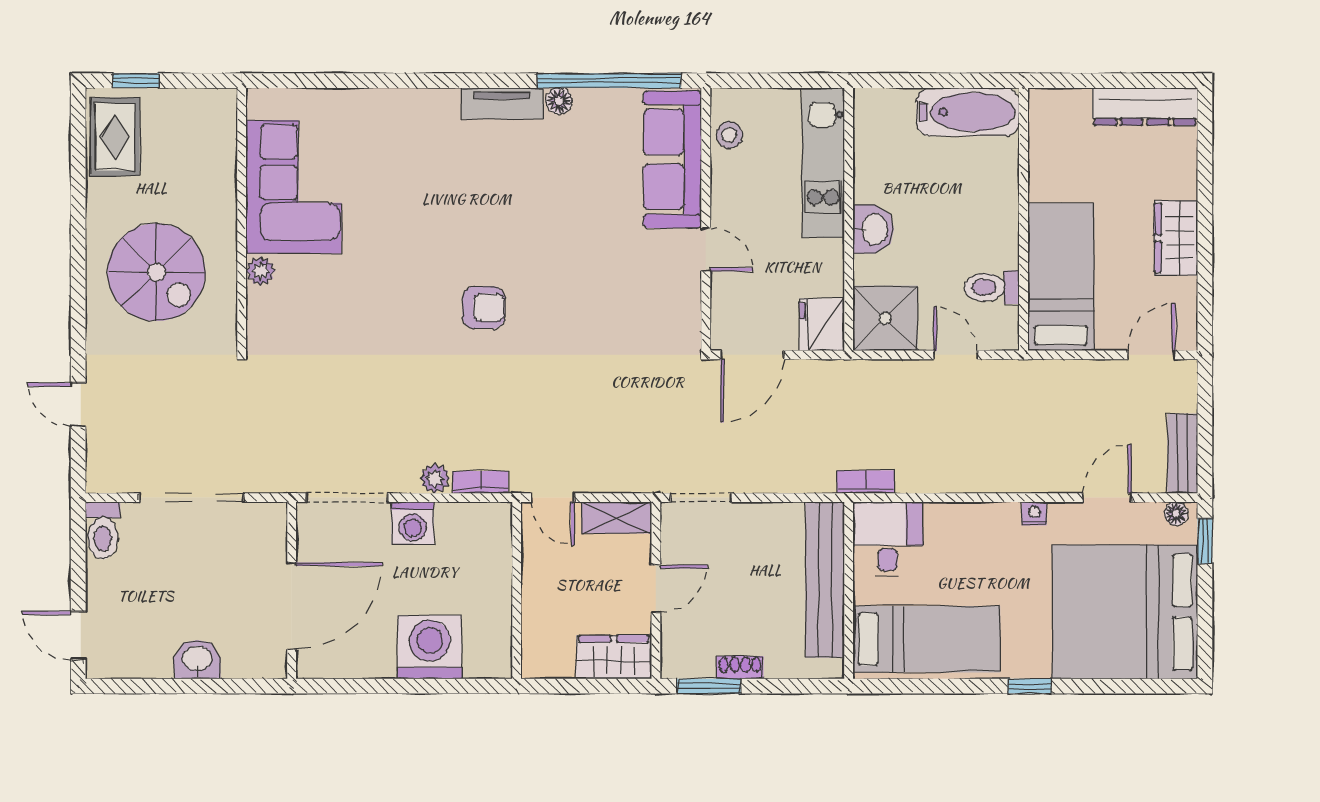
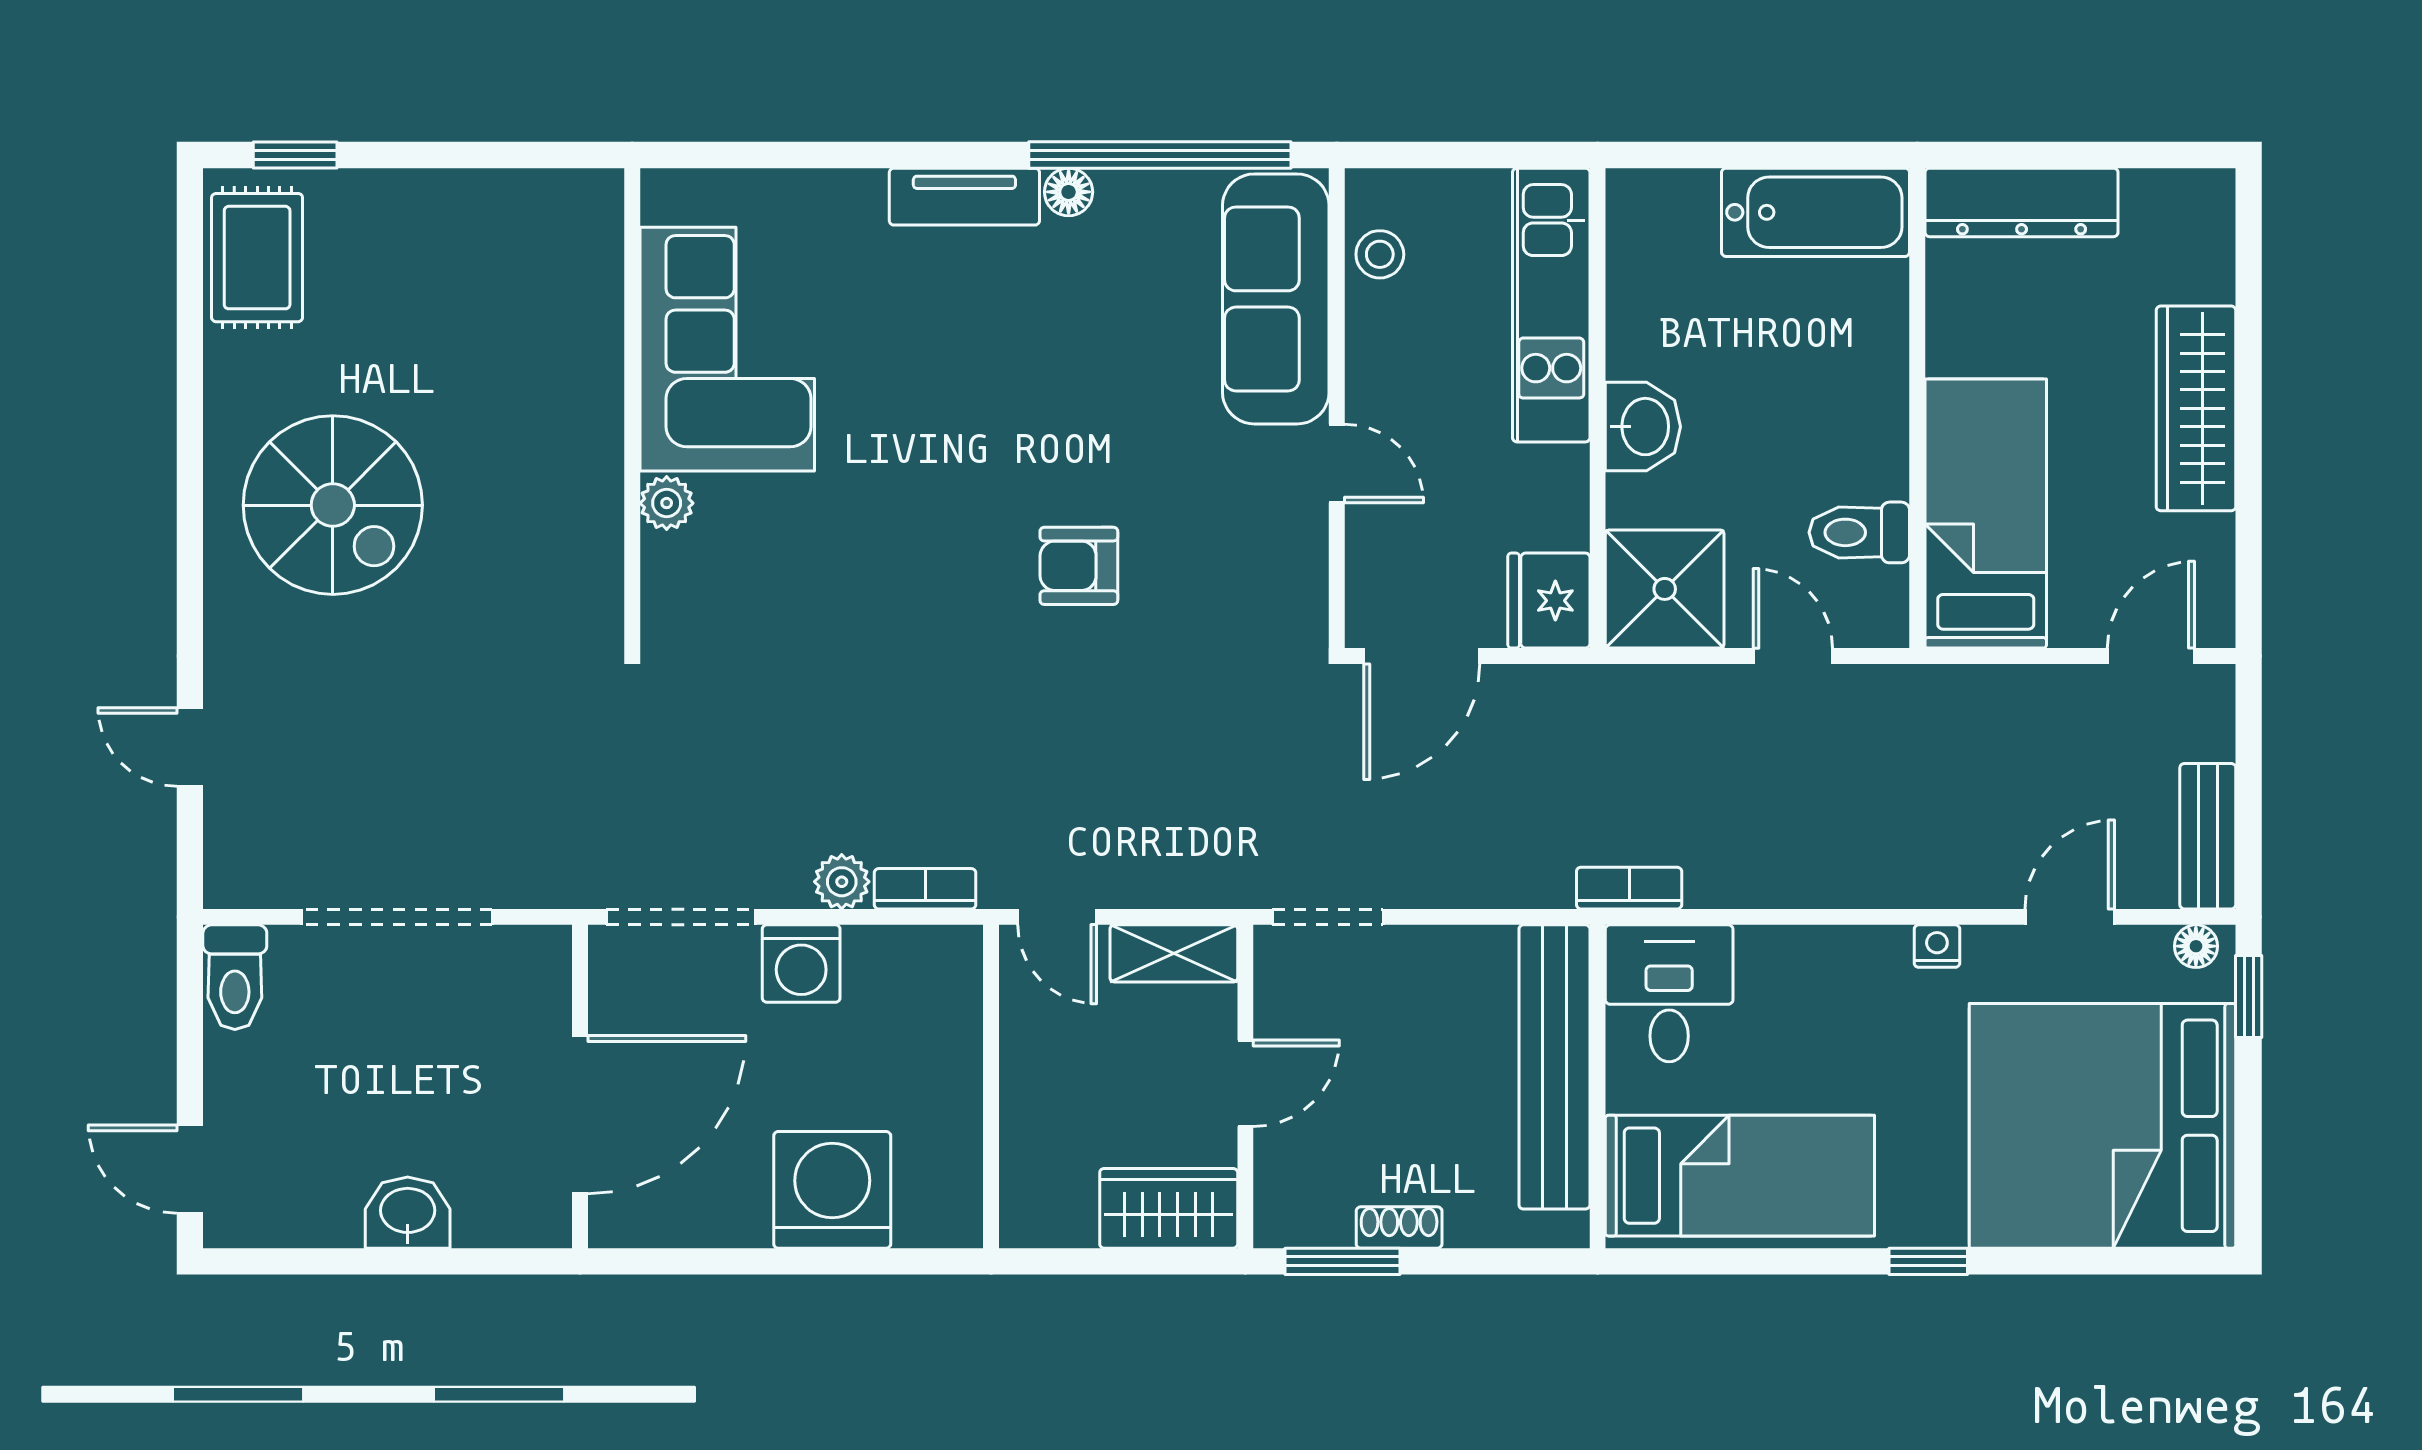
dresser: (1145, 107) -> (2022, 202), moved
corner sofa: (294, 187) -> (727, 349), moved
wall: (242, 219) -> (632, 408), moved
wardrobe: (1176, 238) -> (2196, 408), width x1.50
plant: (260, 271) -> (667, 503), moved
armchair: (484, 308) -> (1079, 566), moved, turned 180

